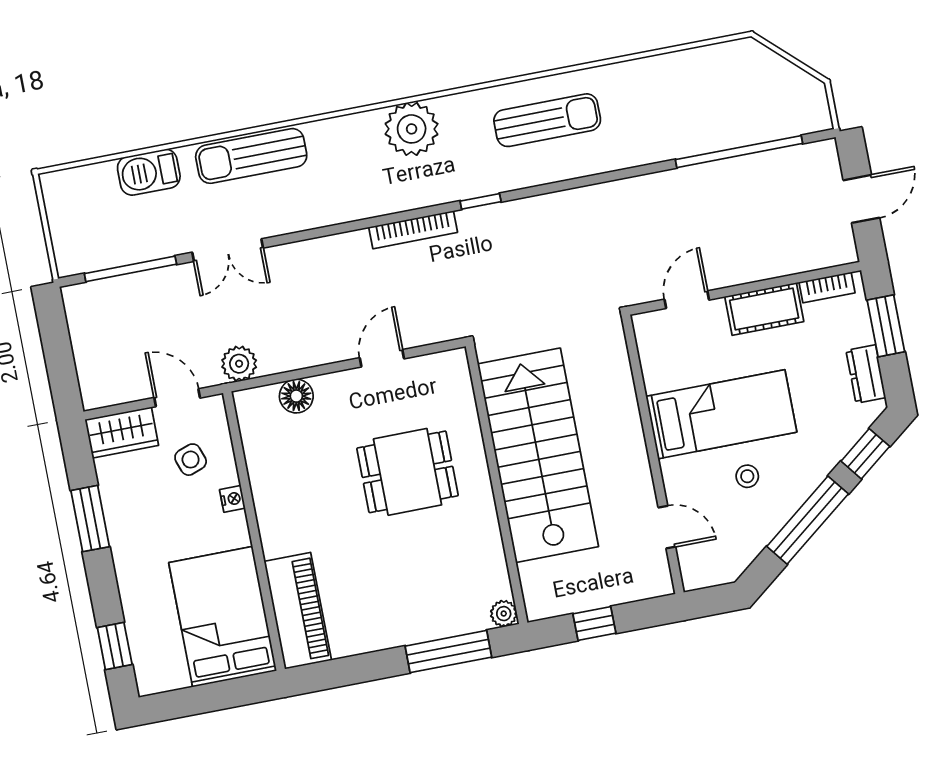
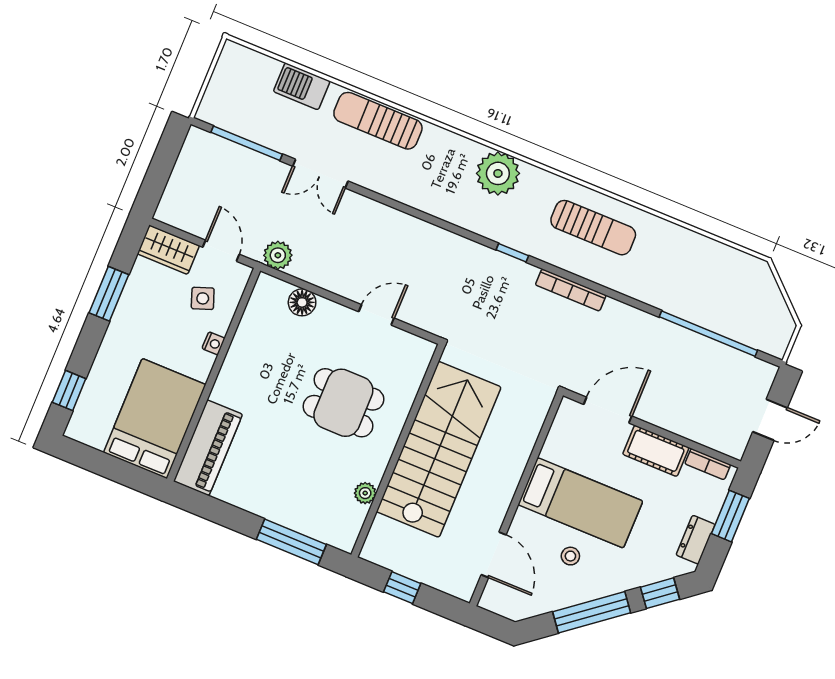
bookcase: (413, 230) -> (571, 290), moved
door: (687, 300) -> (608, 410), width x1.37
door: (667, 527) -> (494, 555), width x1.38
plant: (504, 614) -> (365, 493), moved

